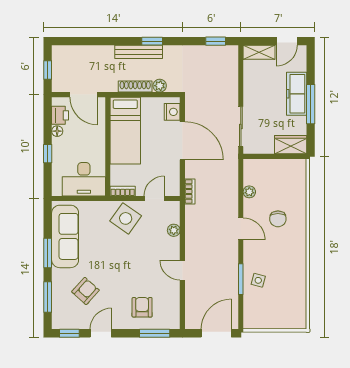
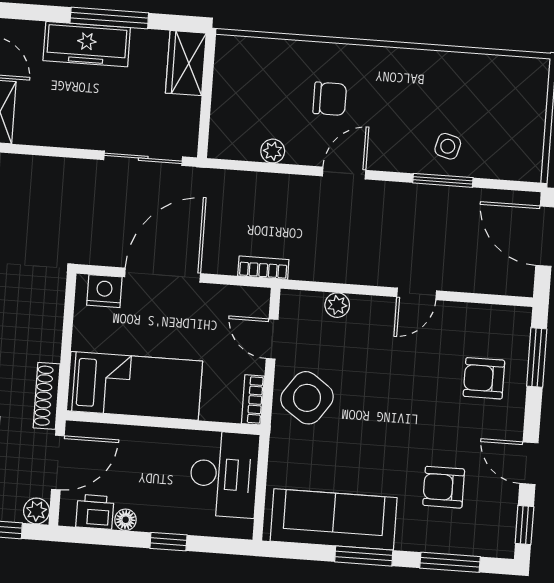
plant: (160, 86) -> (36, 511), moved
shoe rack: (135, 87) -> (47, 396), moved
armchair: (85, 291) -> (444, 487), turned -42

